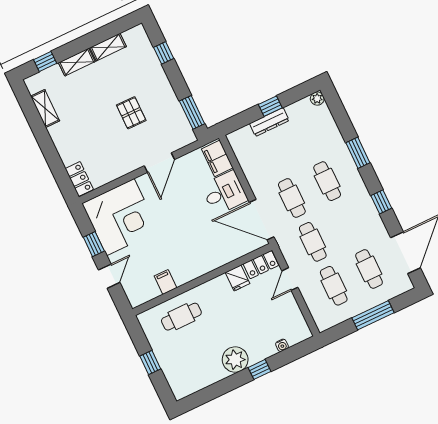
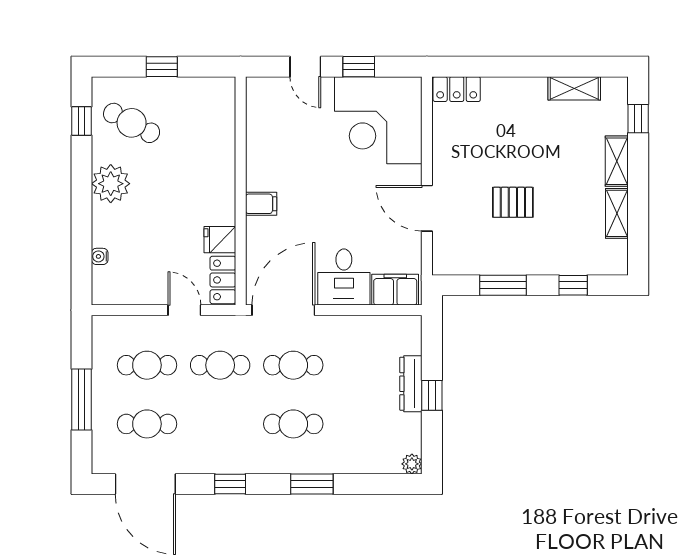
window: (192, 112) -> (503, 285), moved
filing cabinet: (165, 282) -> (261, 204), moved
cafe table: (181, 317) -> (132, 123), moved, turned -62
window: (259, 369) -> (82, 121), moved

